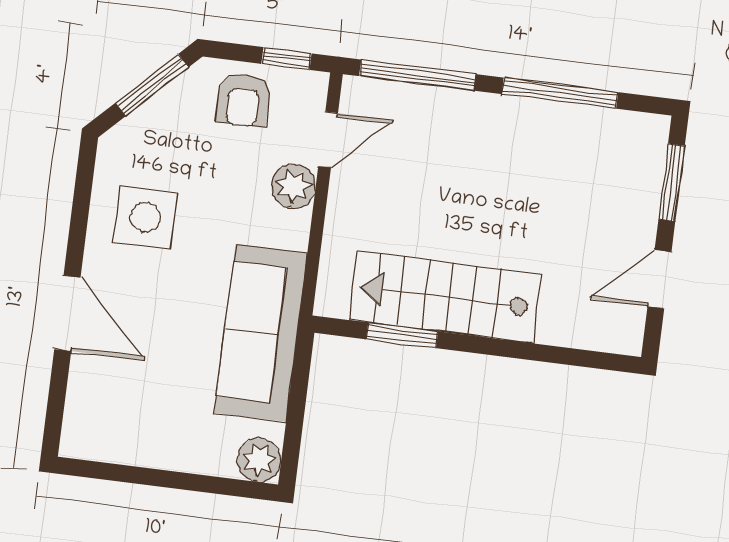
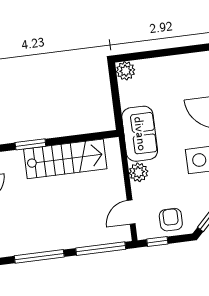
plant: (293, 186) -> (139, 172), moved
sofa: (261, 333) -> (140, 134), width x0.73
window: (402, 335) -> (30, 144), moved

